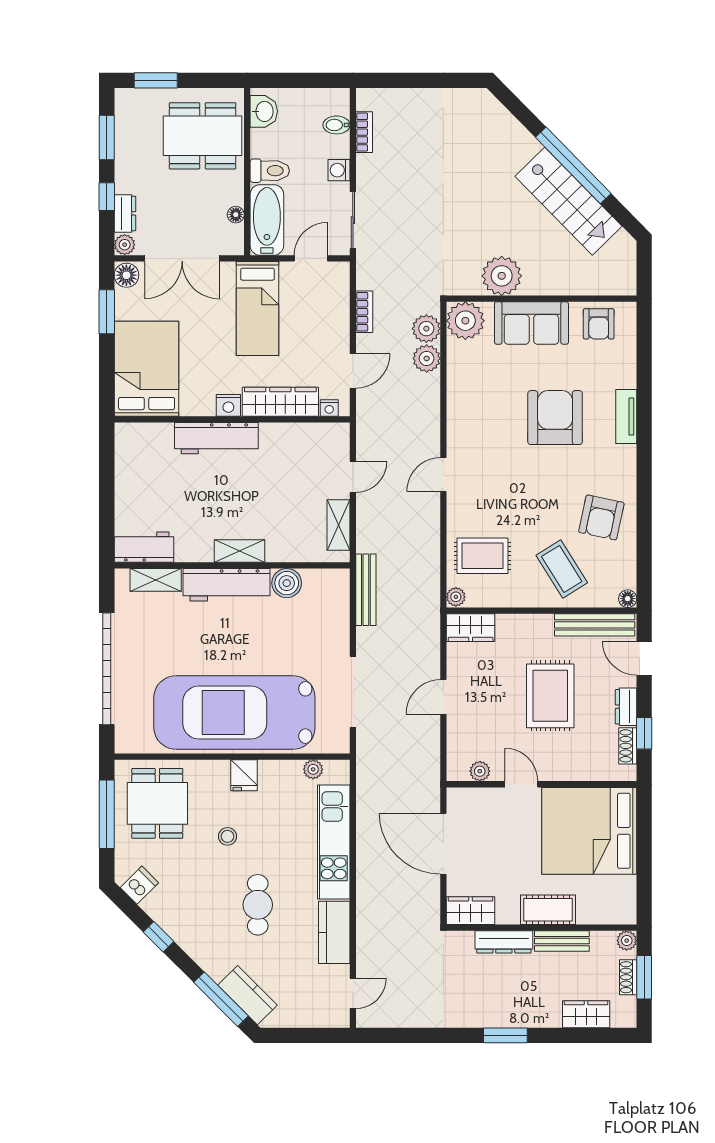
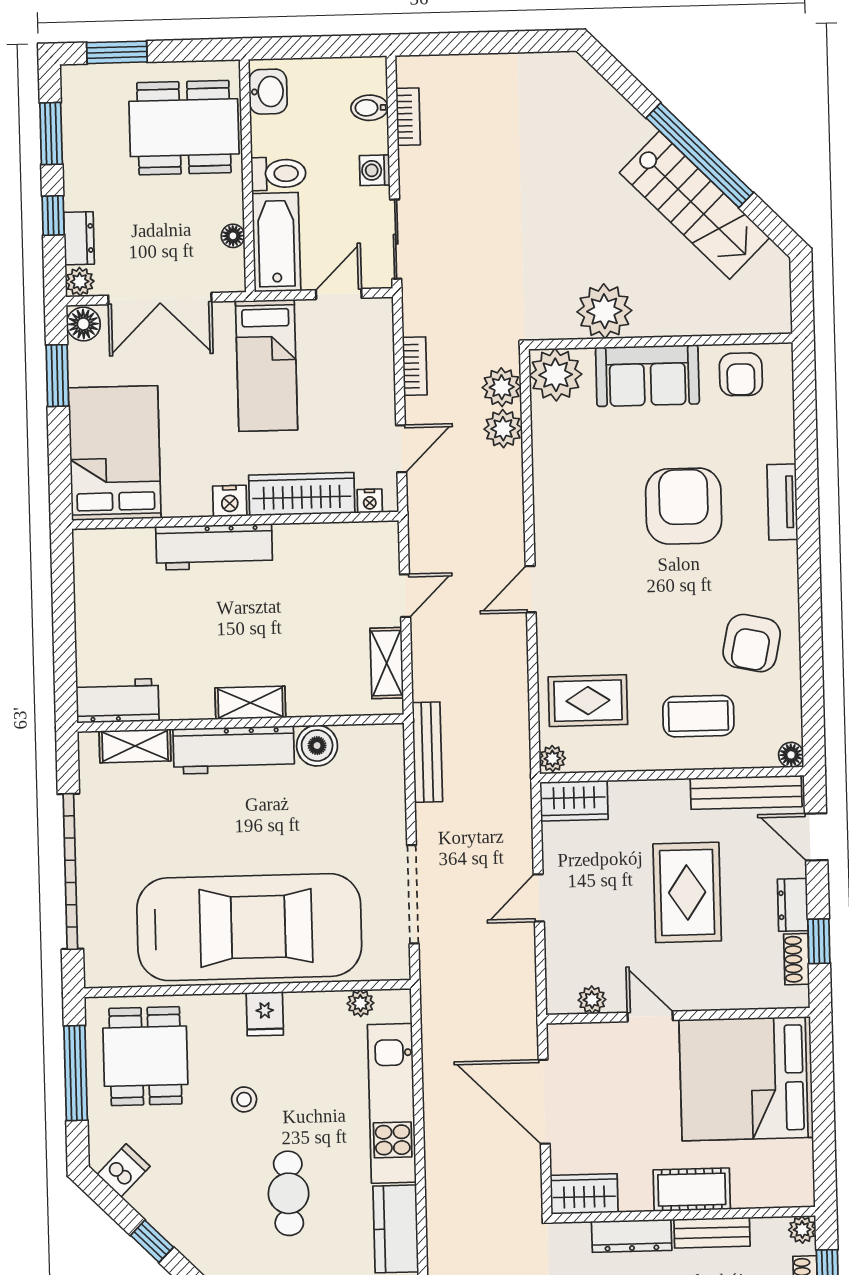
coffee table: (562, 569) -> (698, 716), turned -58
car: (234, 712) -> (249, 927), turned 180

